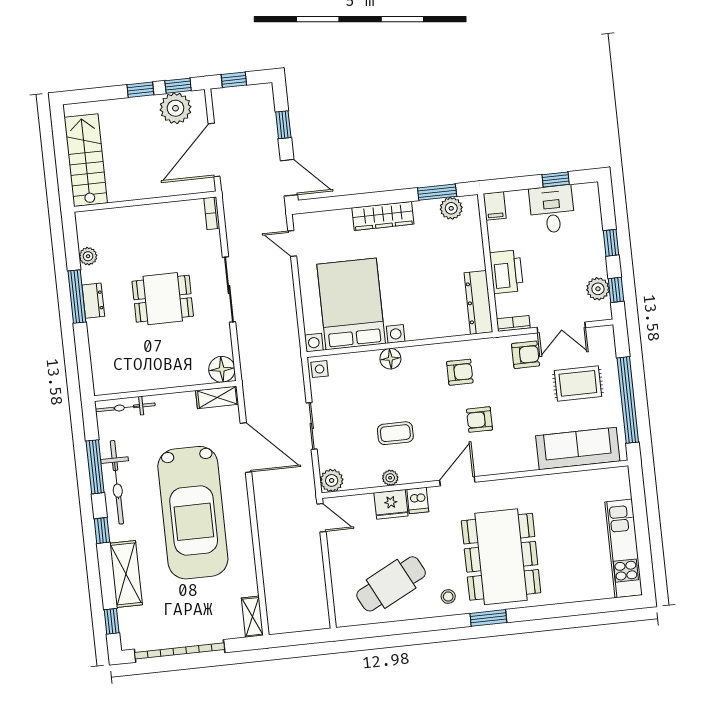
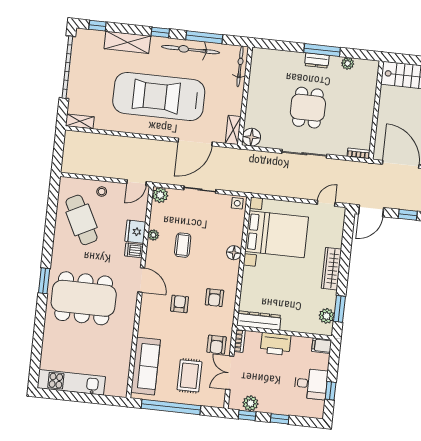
stool: (448, 597) -> (102, 192), moved

